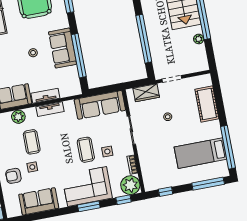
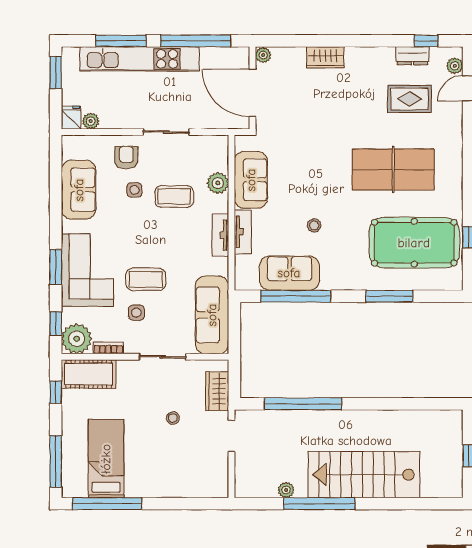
sofa: (63, 48) -> (289, 273), moved
cot: (207, 104) -> (89, 374), moved

